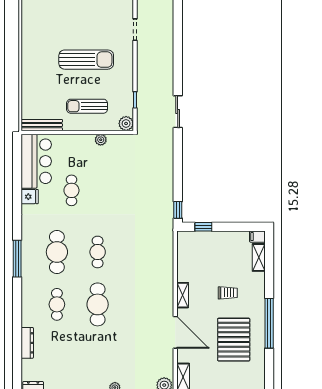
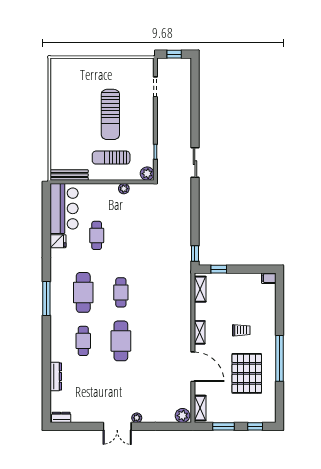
sun lounger: (86, 60) -> (110, 114), turned 90
shelving: (259, 257) -> (200, 289), moved

